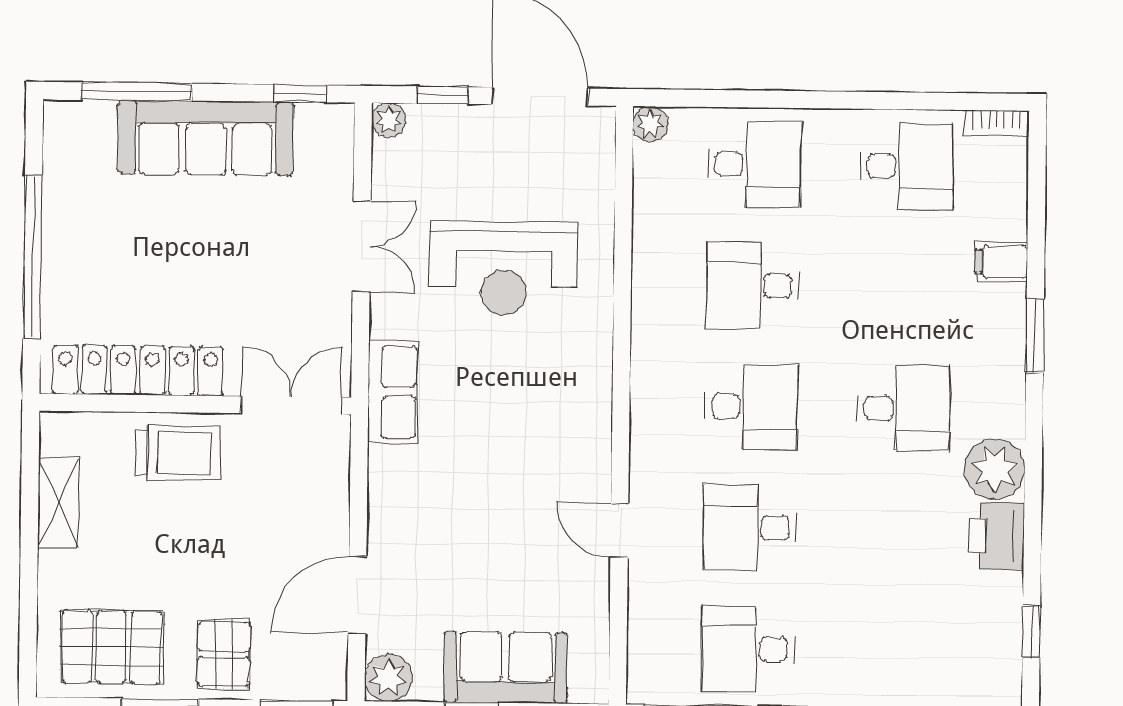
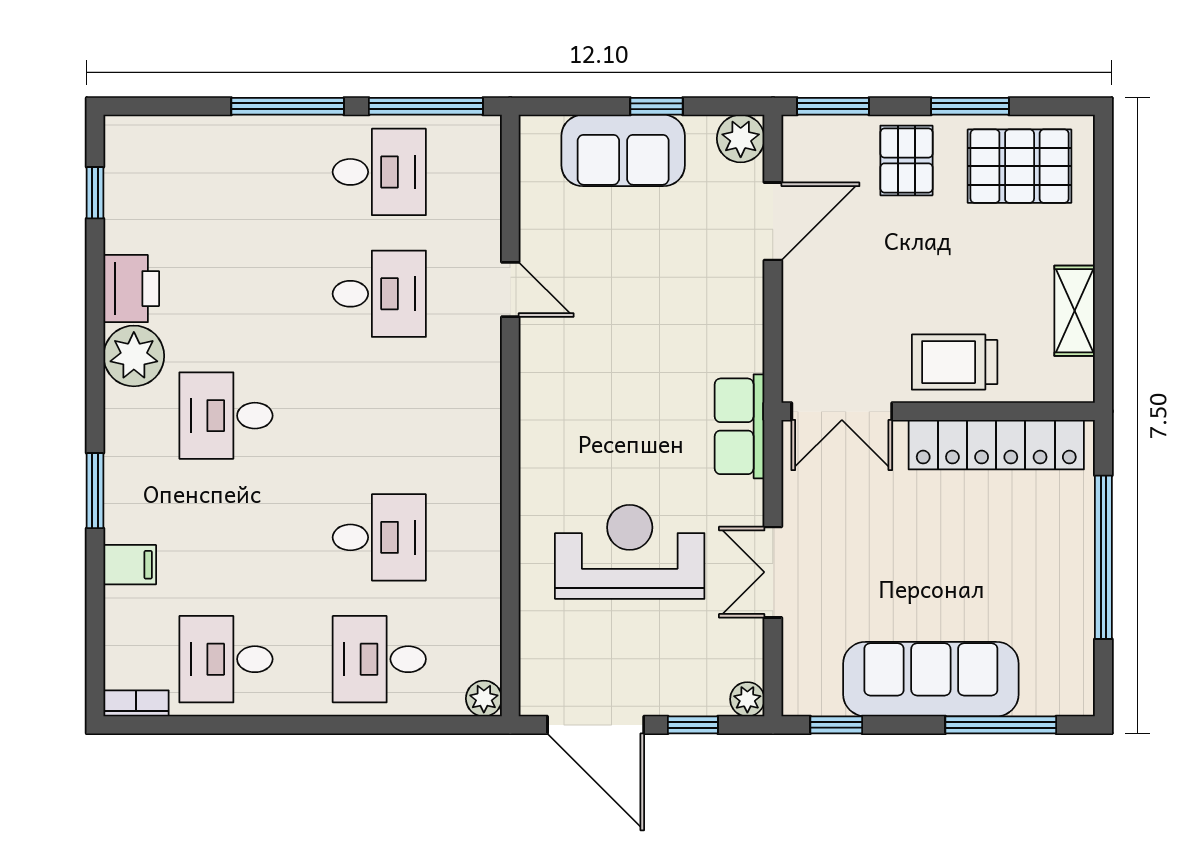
desk: (751, 407) -> (379, 416), removed

